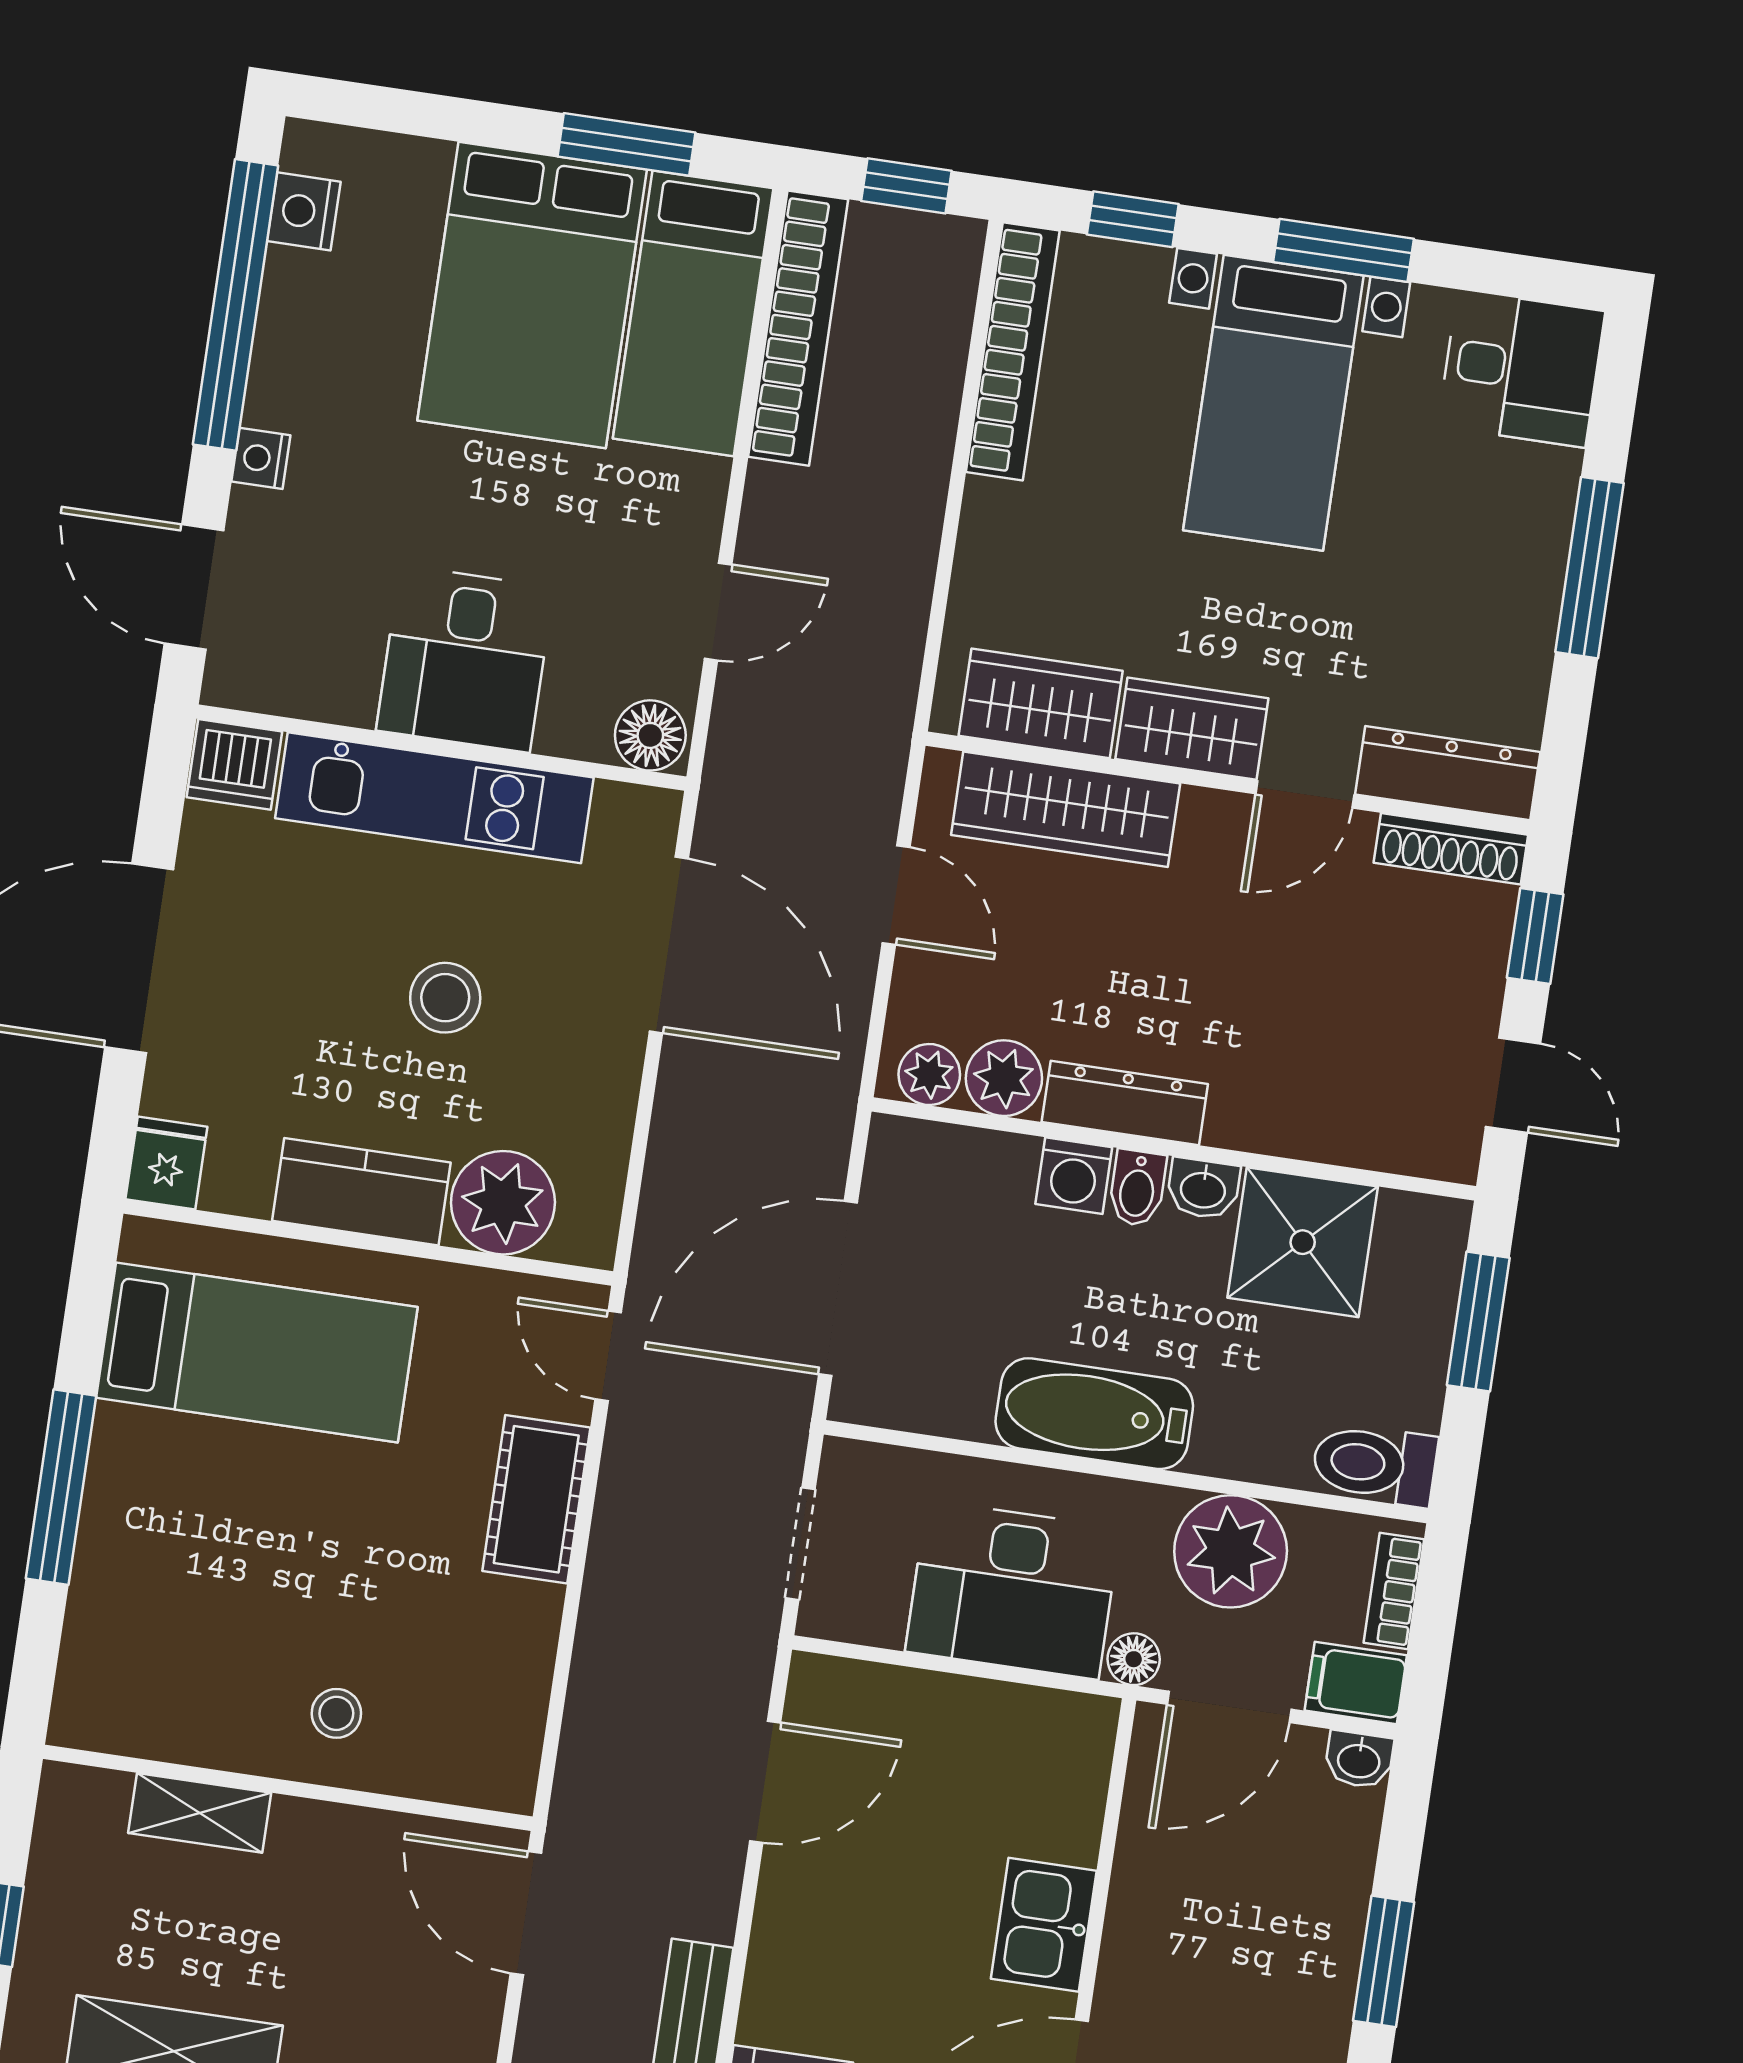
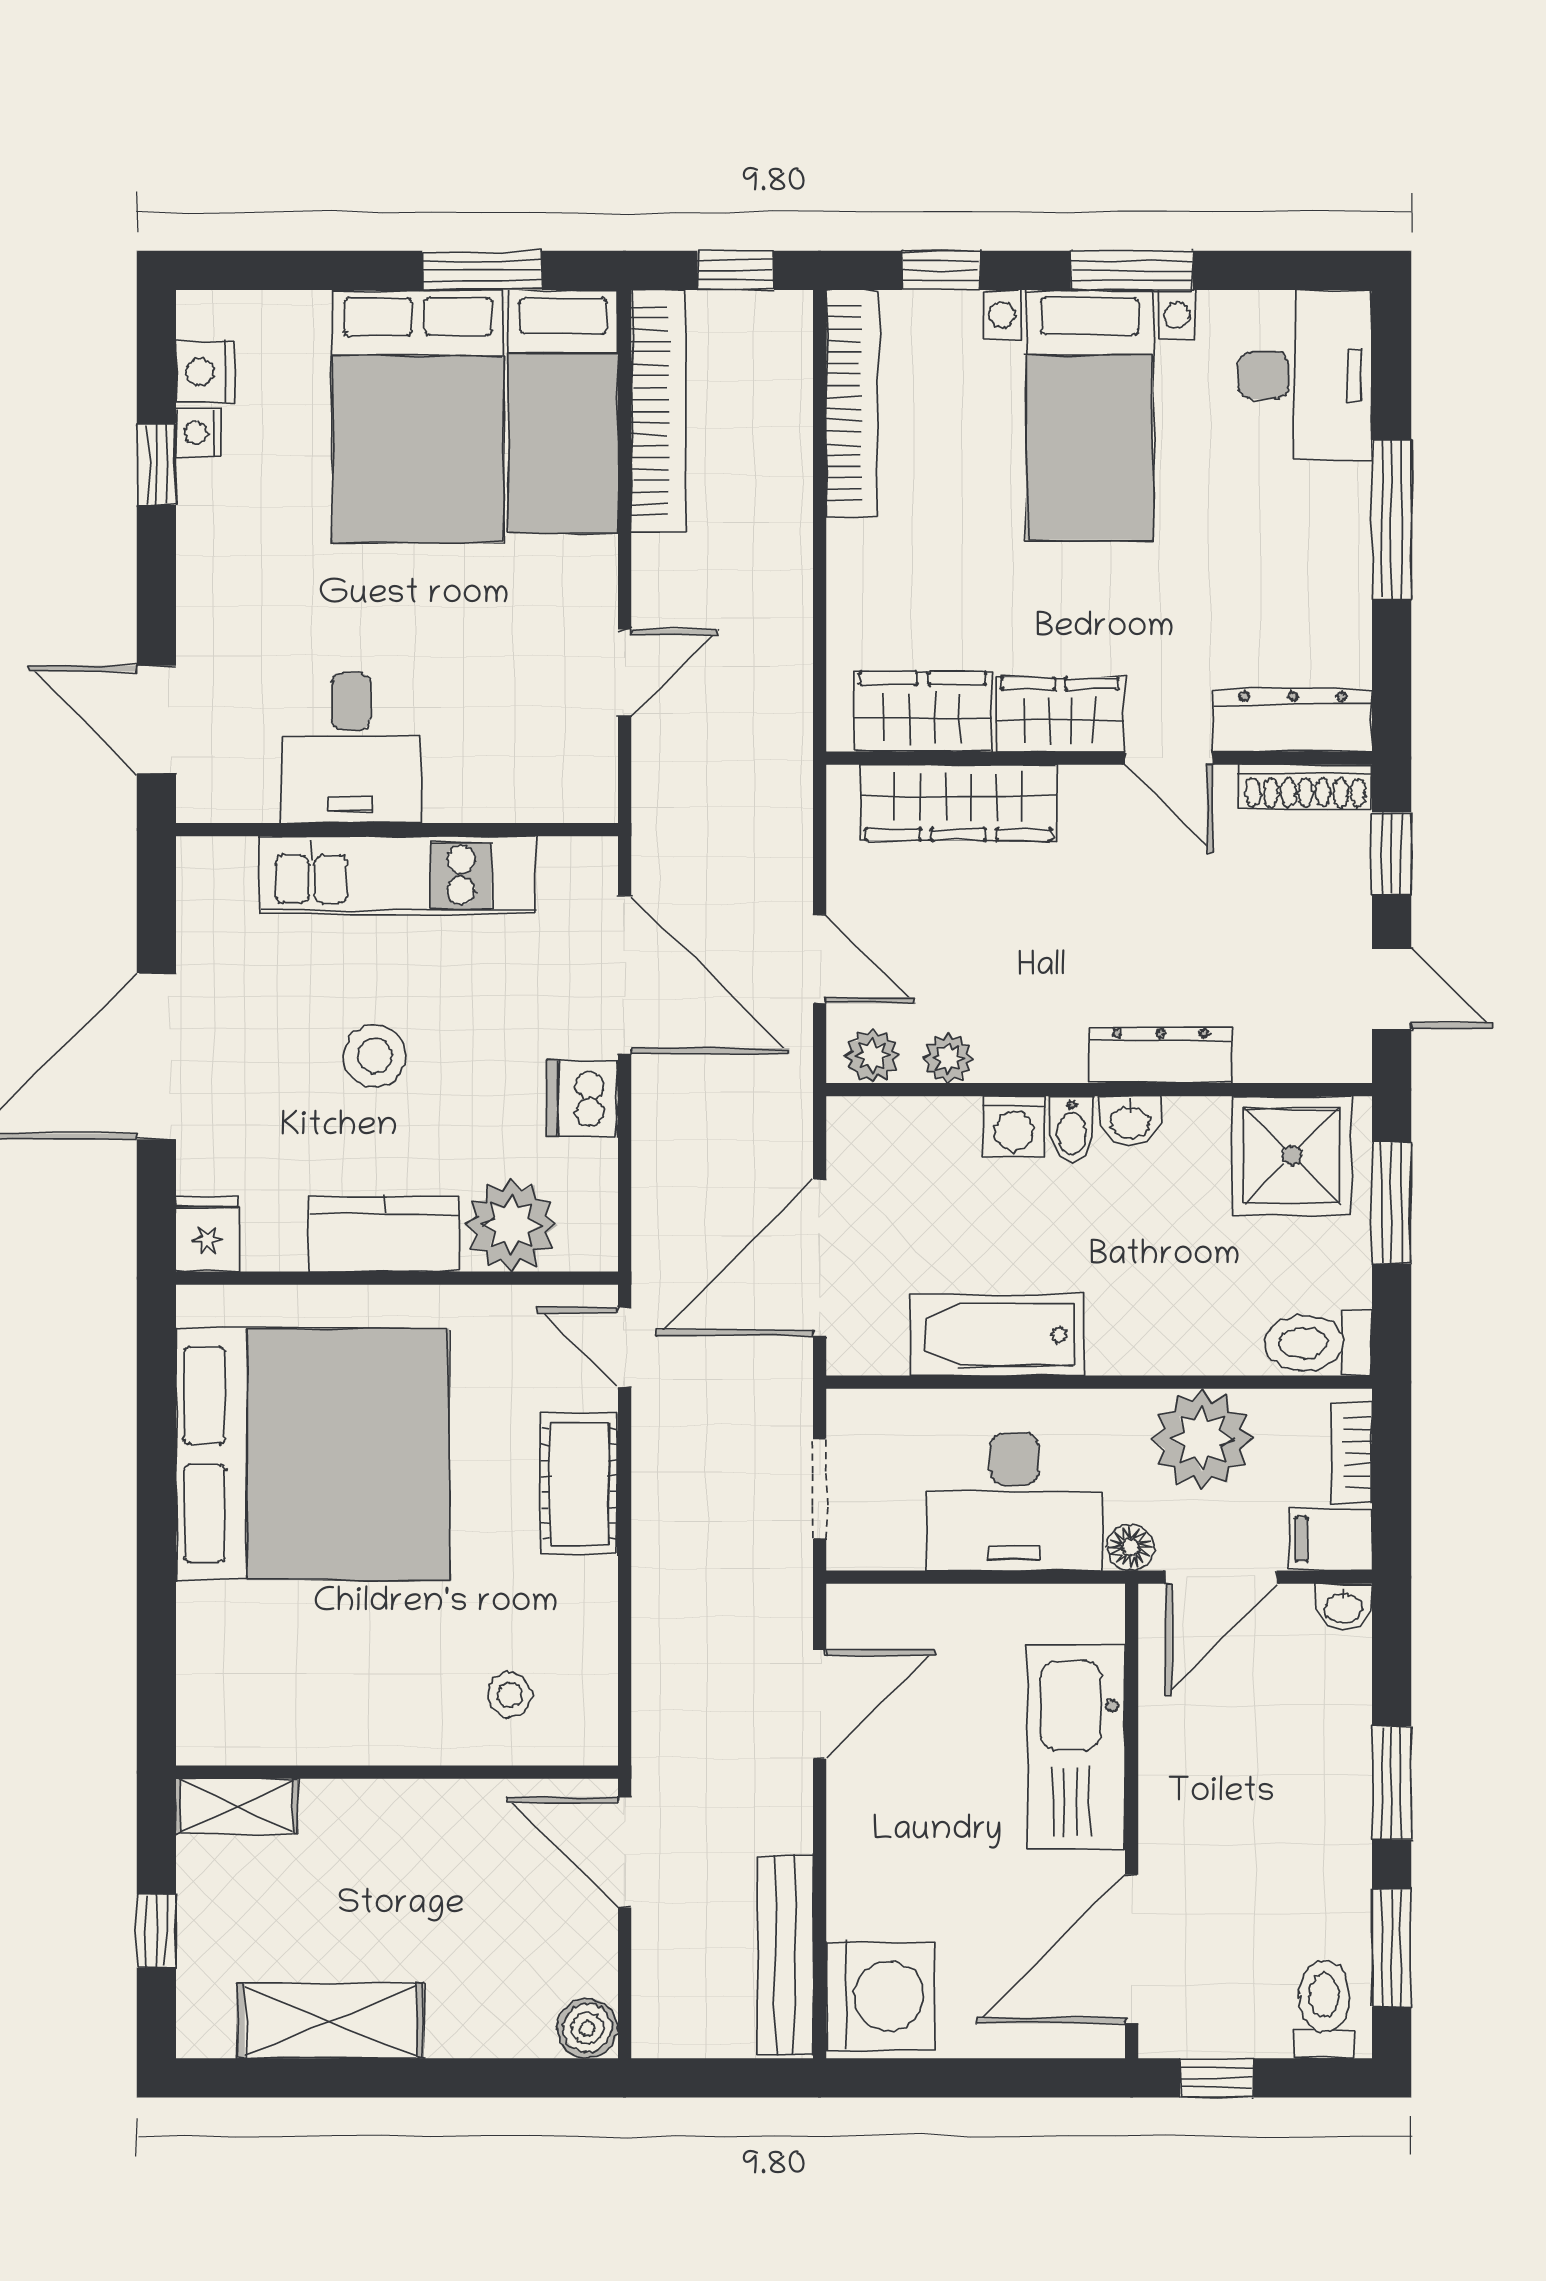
window: (236, 305) -> (156, 464), width x0.32
desk: (1521, 369) -> (1305, 375), width x1.37
nightstand: (261, 458) -> (199, 433), moved
desk: (465, 659) -> (351, 748), moved
floor lamp: (650, 735) -> (581, 791), removed
dishwasher: (234, 764) -> (582, 1099), moved, turned 90
door: (1305, 794) -> (1169, 758), hinge flipped
door: (896, 895) -> (820, 959), moved
stool: (445, 998) -> (375, 1055), moved
plant: (1004, 1078) -> (948, 1058), width x0.73, depth x0.73
dresser: (1125, 1103) -> (1161, 1055), moved
shower: (1303, 1242) -> (1292, 1155), moved
bed: (257, 1352) -> (313, 1454), width x2.04
bathtub: (1094, 1414) -> (997, 1335), moved
window: (61, 1487) -> (156, 1535), removed
stool: (336, 1713) -> (510, 1695), moved
shelving: (200, 1813) -> (237, 1806), moved
kitchen sink: (1044, 1925) -> (1076, 1747), width x1.88, depth x1.24

